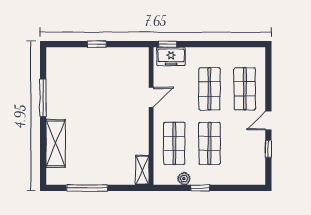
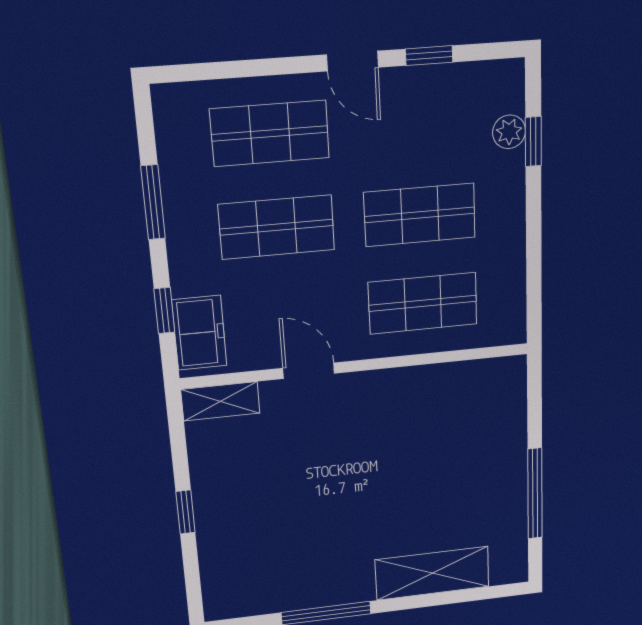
window: (167, 44) -> (164, 310), moved
window: (223, 44) -> (153, 202), added
shelving: (142, 170) -> (220, 401), moved
plant: (184, 179) -> (509, 132), moved
window: (200, 188) -> (533, 142), moved

